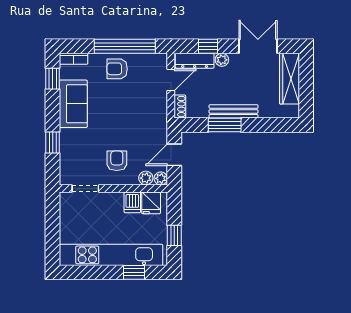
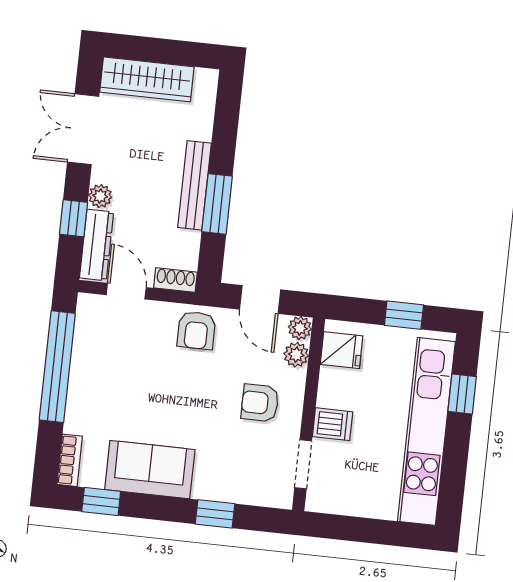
armchair: (117, 69) -> (196, 330), moved
dishwasher: (132, 202) -> (333, 424), moved

